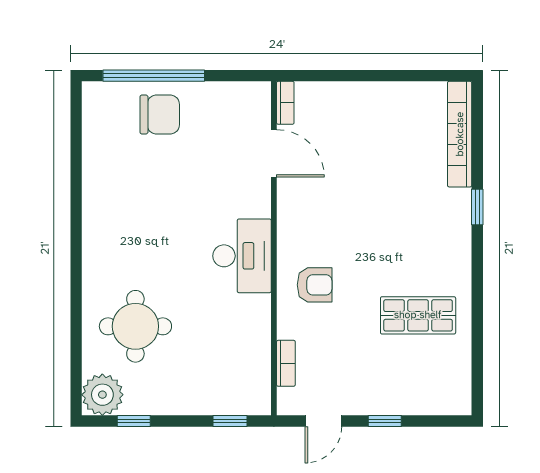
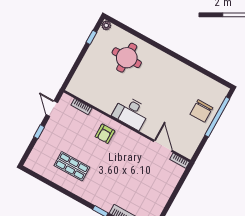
door: (274, 153) -> (163, 146), swing flipped
shop shelf: (418, 315) -> (72, 166), turned 90
plant: (102, 395) -> (106, 25), width x0.53, depth x0.53
window: (230, 421) -> (71, 74), removed

